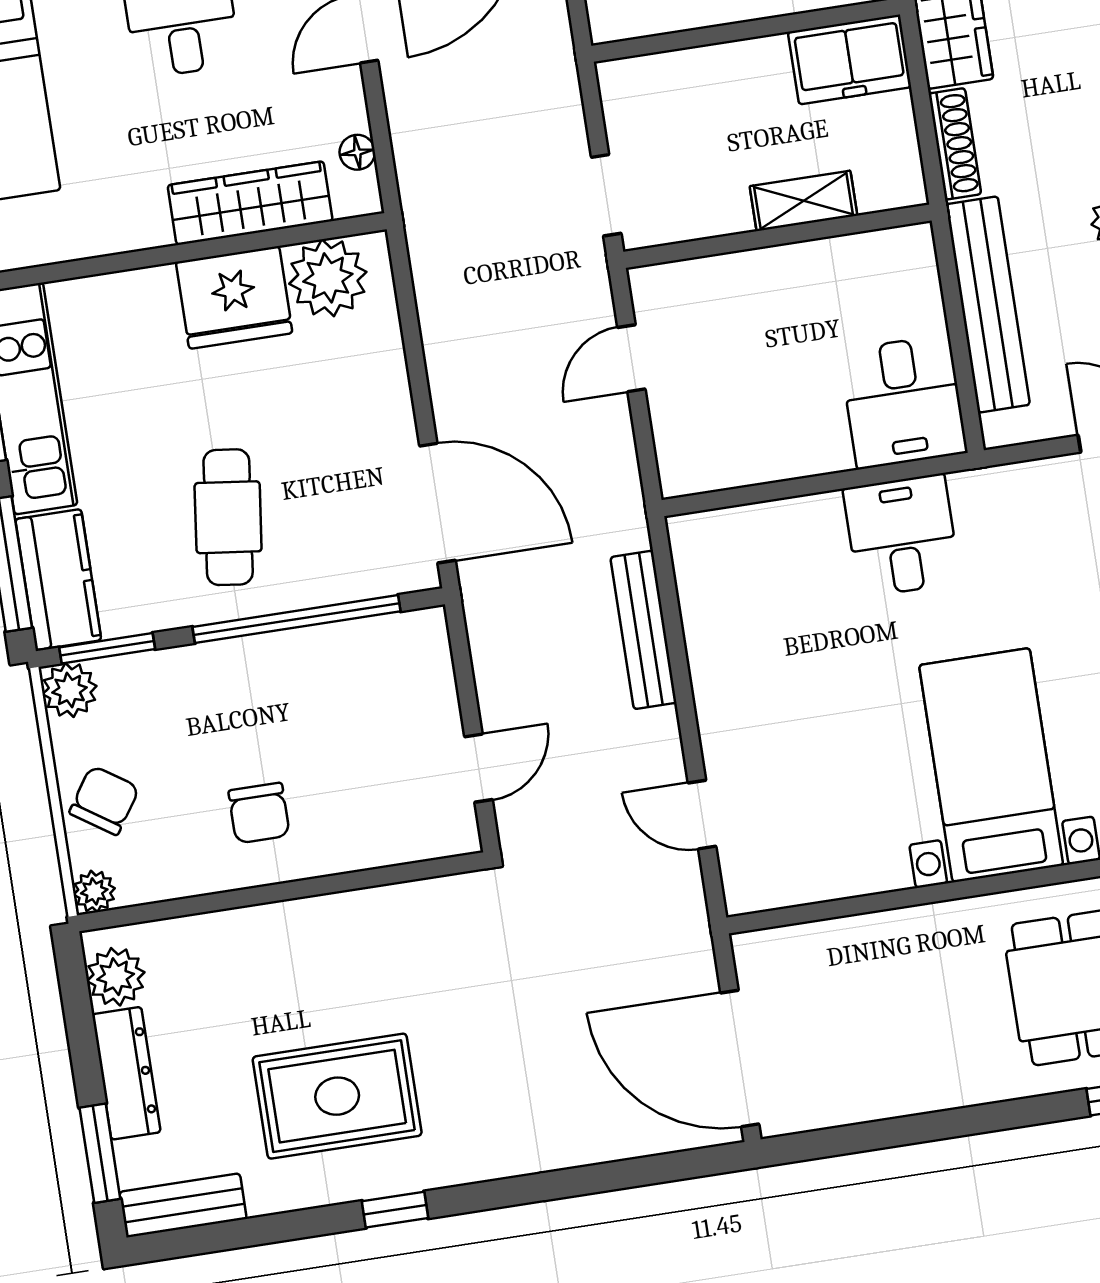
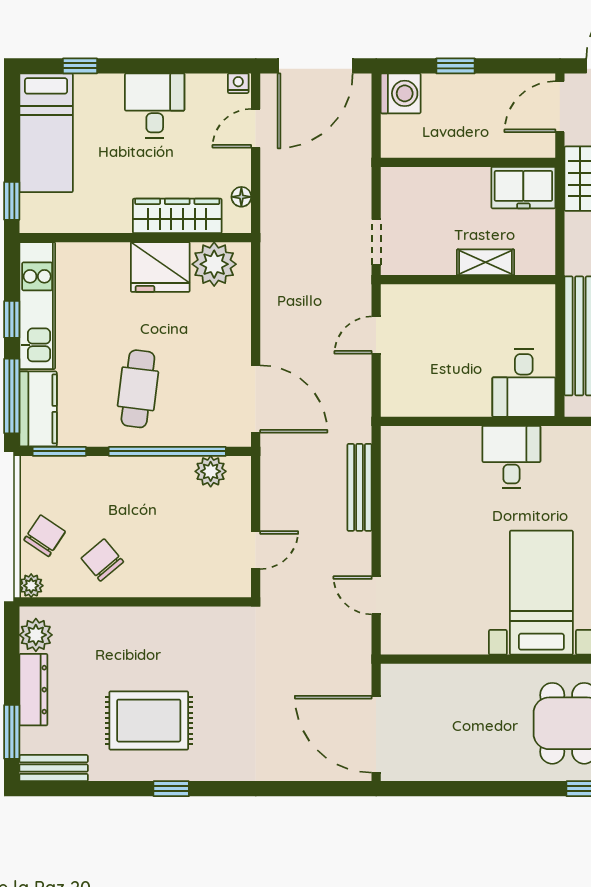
shoe rack: (955, 144) -> (575, 244), removed
plant: (70, 690) -> (211, 471), moved
chair: (259, 813) -> (102, 560), moved, turned 140

